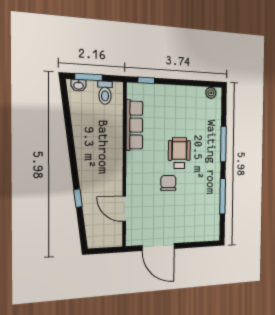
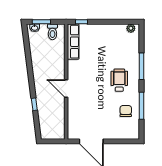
row of seats: (134, 125) -> (73, 42), moved
wheelchair: (179, 153) -> (119, 80), moved
chair: (168, 183) -> (126, 111), moved
door: (124, 209) -> (66, 89), moved

